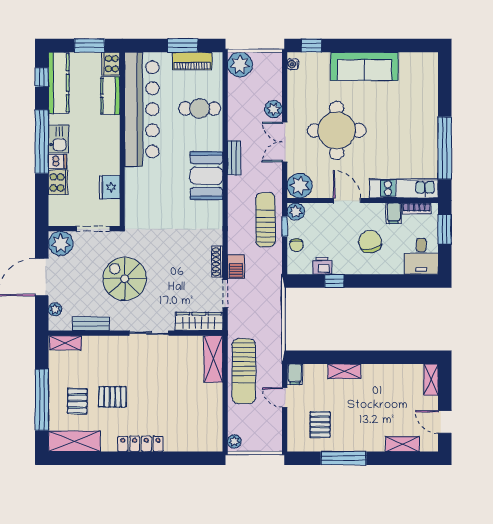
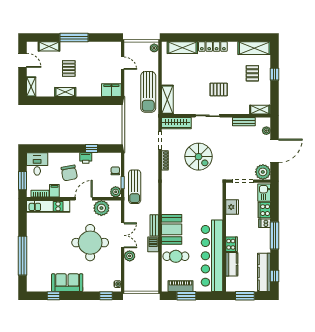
window: (395, 45) -> (54, 296), added
cooker: (111, 64) -> (231, 244), moved
plant: (240, 65) -> (151, 284), removed
sofa: (364, 66) -> (67, 283), width x0.73
kitchen sink: (59, 139) -> (264, 193), moved
window: (42, 142) -> (275, 236), width x0.68
window: (445, 148) -> (23, 256), moved
booth: (206, 176) -> (172, 229), moved
plant: (300, 186) -> (101, 208), moved
door: (347, 200) -> (84, 199), swing flipped
printer: (322, 266) -> (86, 158), moved
barbecue: (236, 267) -> (153, 244), moved
spiral stairs: (125, 279) -> (199, 157), moved
sun lounger: (244, 371) -> (148, 92), turned 180
shelving: (344, 371) -> (65, 92), moved
filing cabinet: (295, 374) -> (111, 90), width x2.00
pallet: (112, 397) -> (219, 89), moved
door: (285, 398) -> (123, 63), moved
window: (42, 400) -> (275, 74), width x0.32
pallet: (320, 425) -> (69, 68), moved
shelving: (189, 442) -> (182, 48), added
window: (344, 458) -> (74, 37), moved

